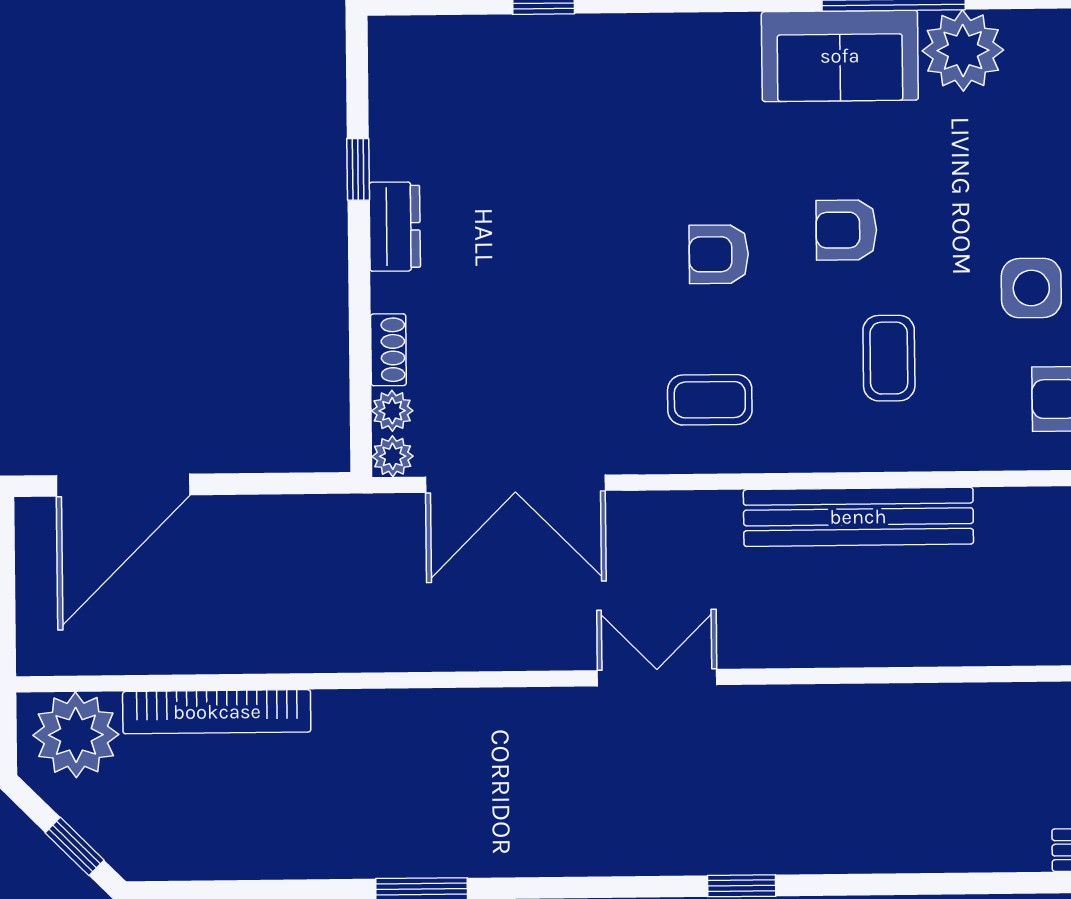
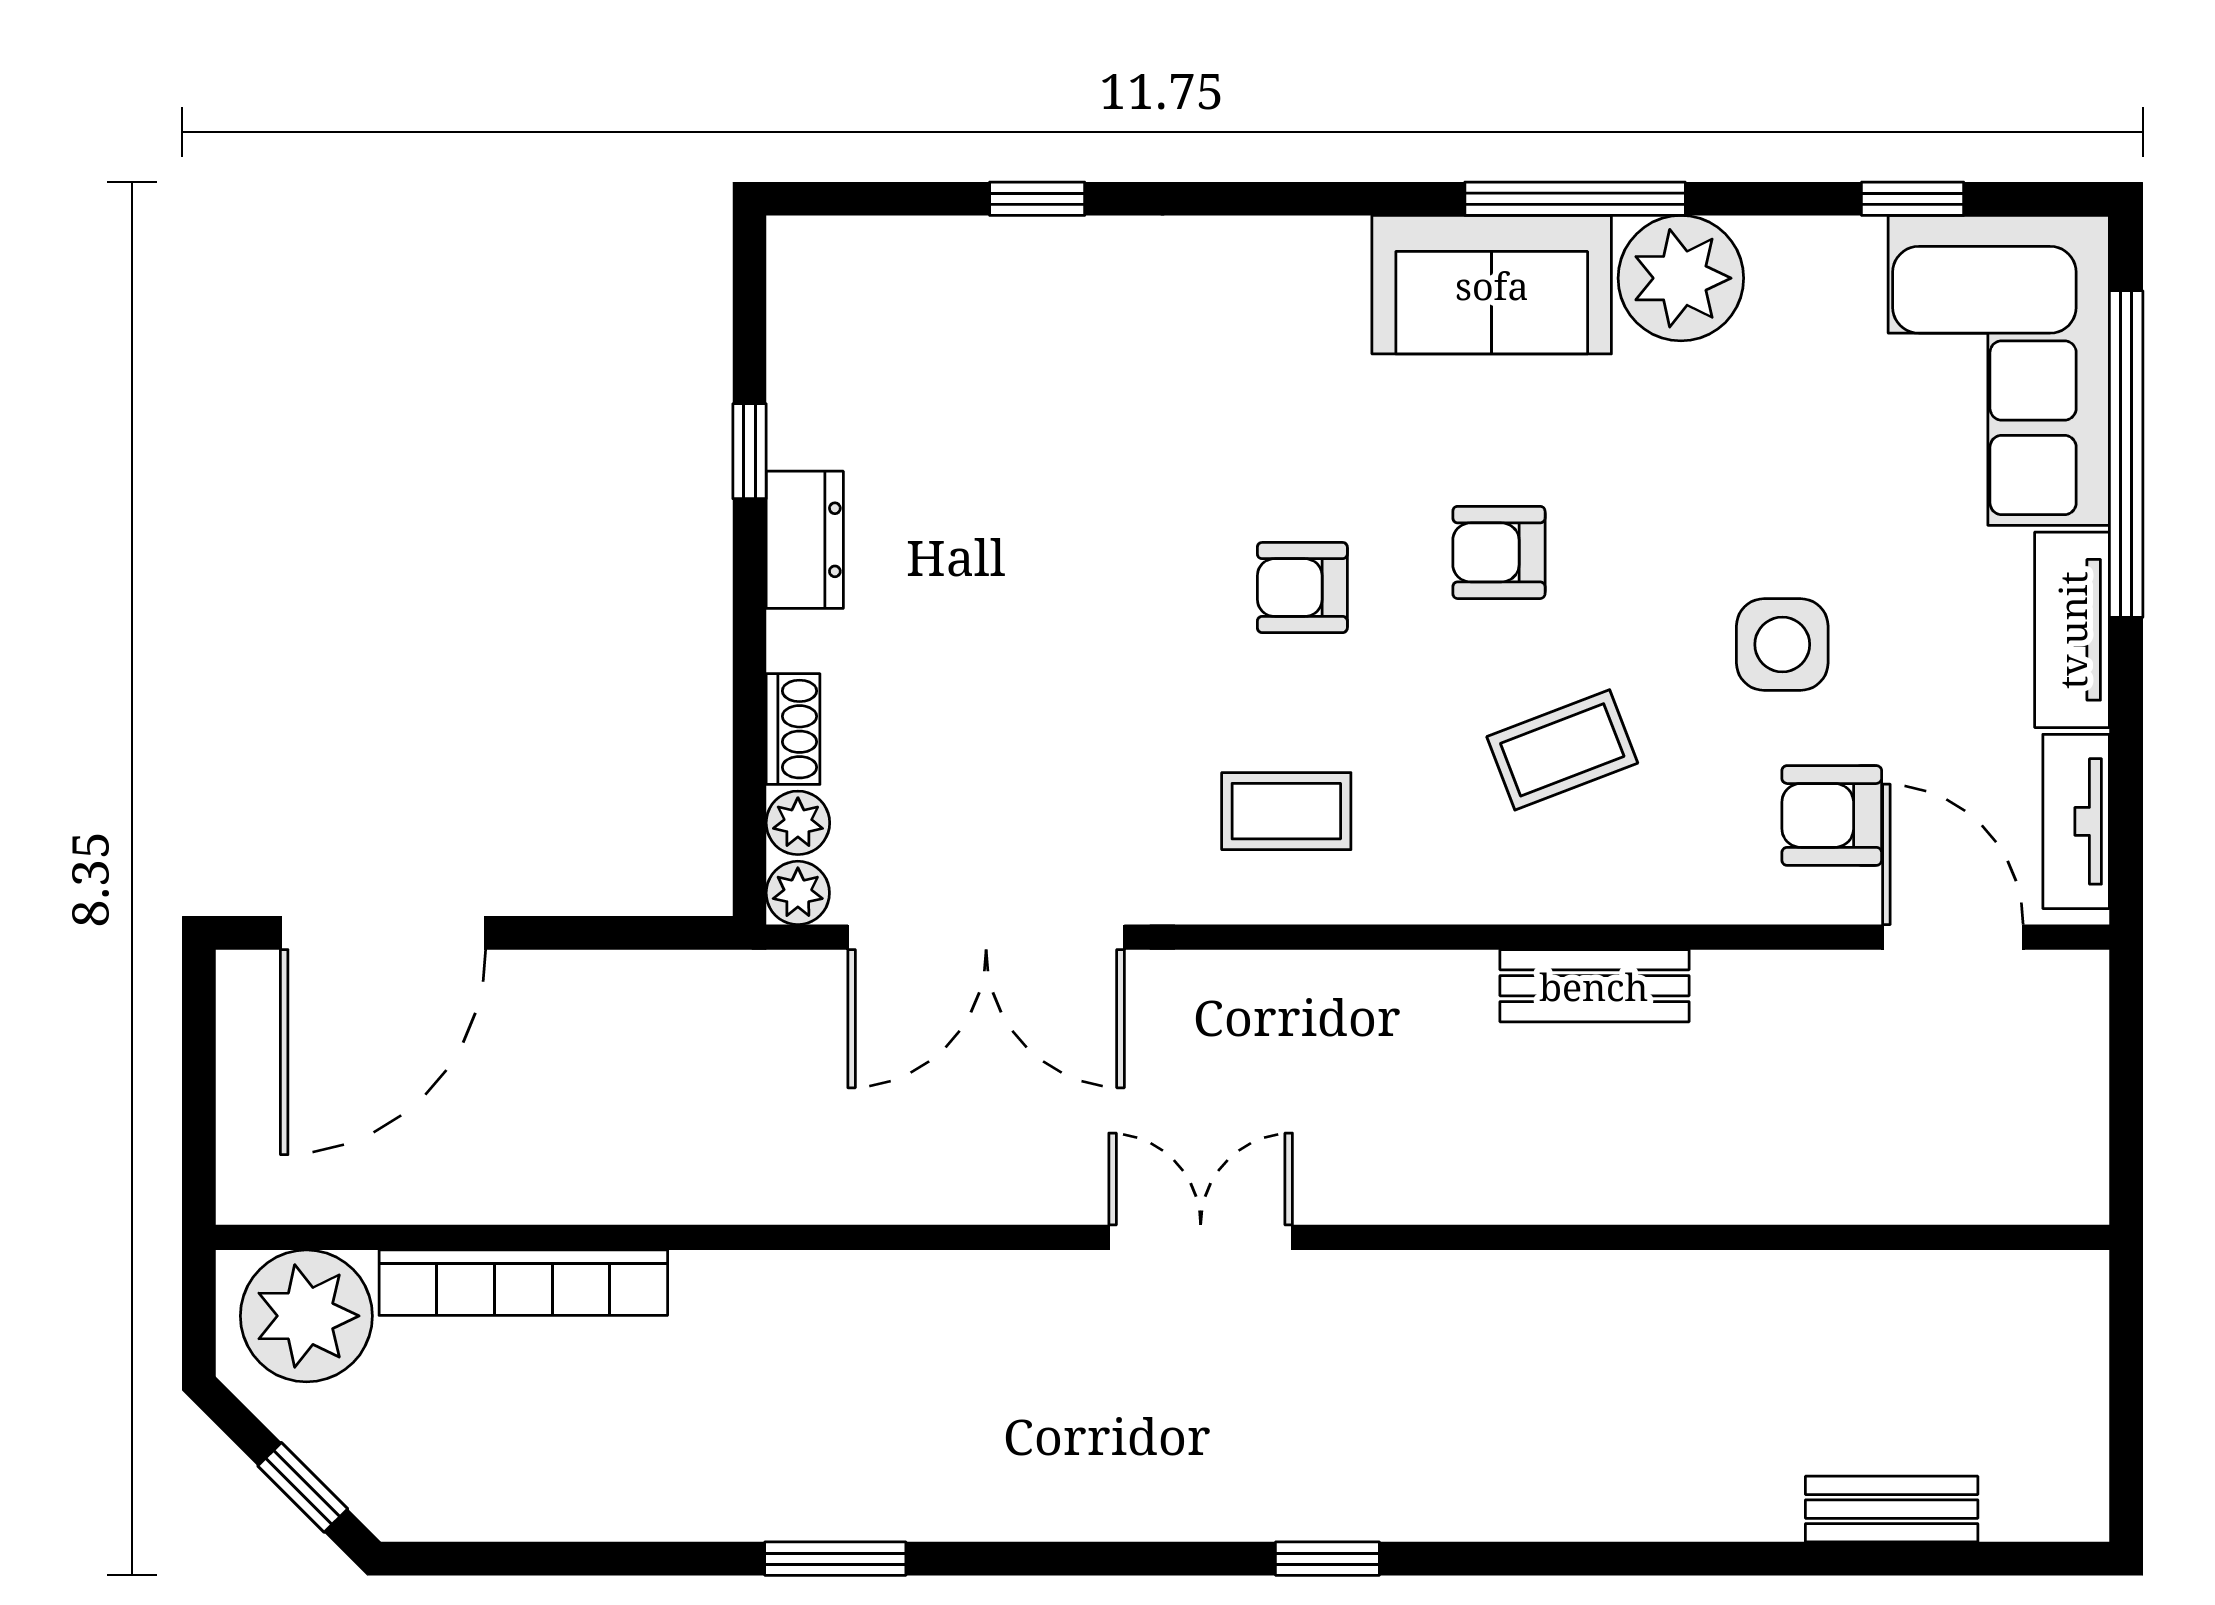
coffee table: (889, 358) -> (1562, 750), turned 69
bench: (858, 517) -> (1594, 986), width x0.54, depth x0.82

